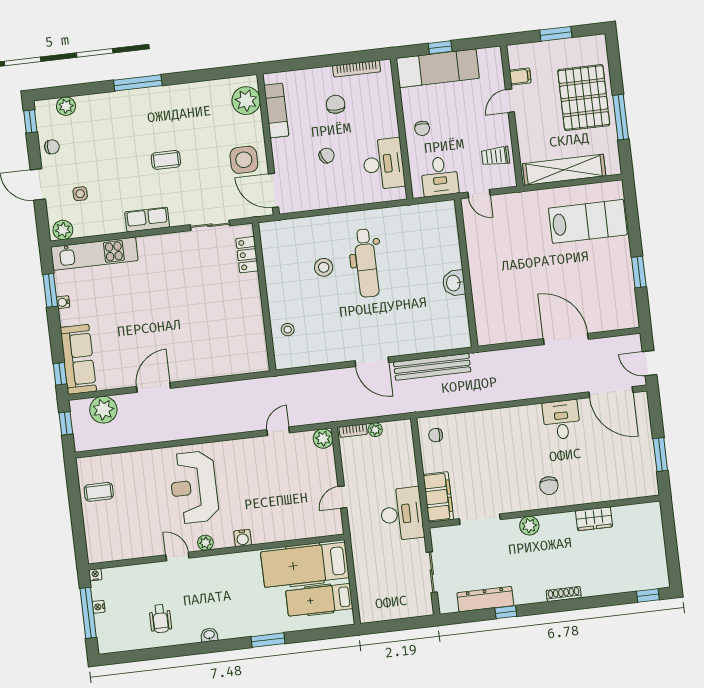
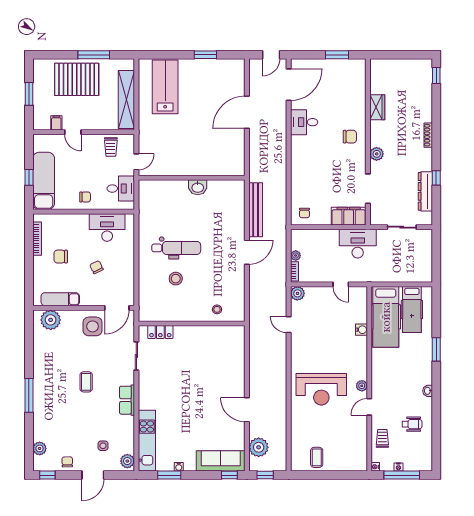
water cooler: (243, 538) -> (362, 330), moved
trolley: (136, 580) -> (382, 438), added

